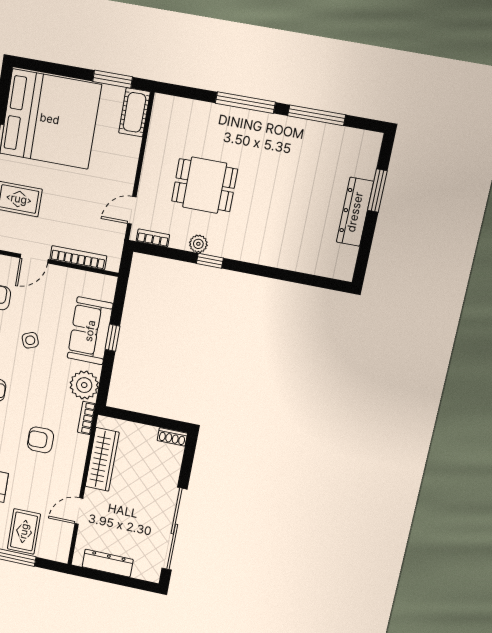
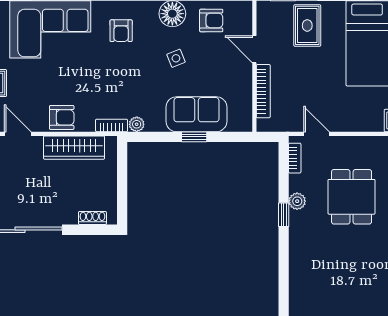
plant: (84, 385) -> (137, 124), width x0.53, depth x0.53
shoe rack: (172, 437) -> (92, 218), moved, turned 90
armchair: (41, 440) -> (62, 117), moved, turned 90

